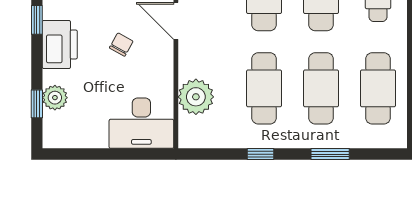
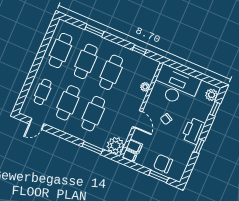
plant: (196, 97) -> (145, 87), width x0.53, depth x0.53
plant: (55, 98) -> (211, 95), moved
desk: (141, 123) -> (176, 86), width x1.36, depth x1.30
window: (261, 154) -> (139, 50), moved

